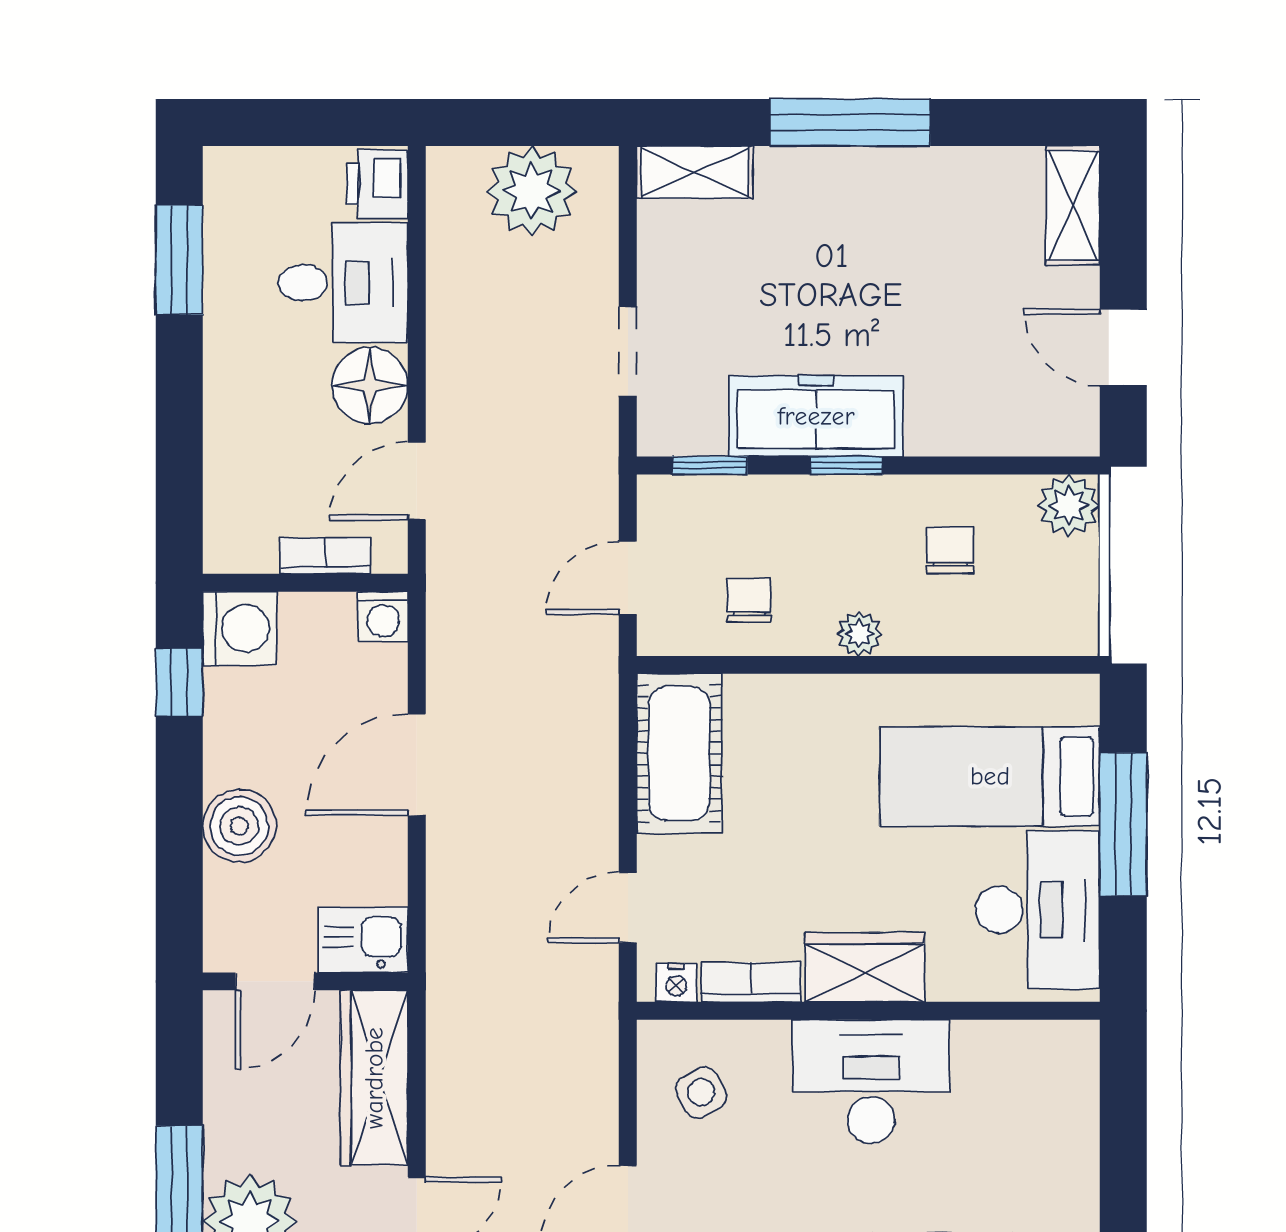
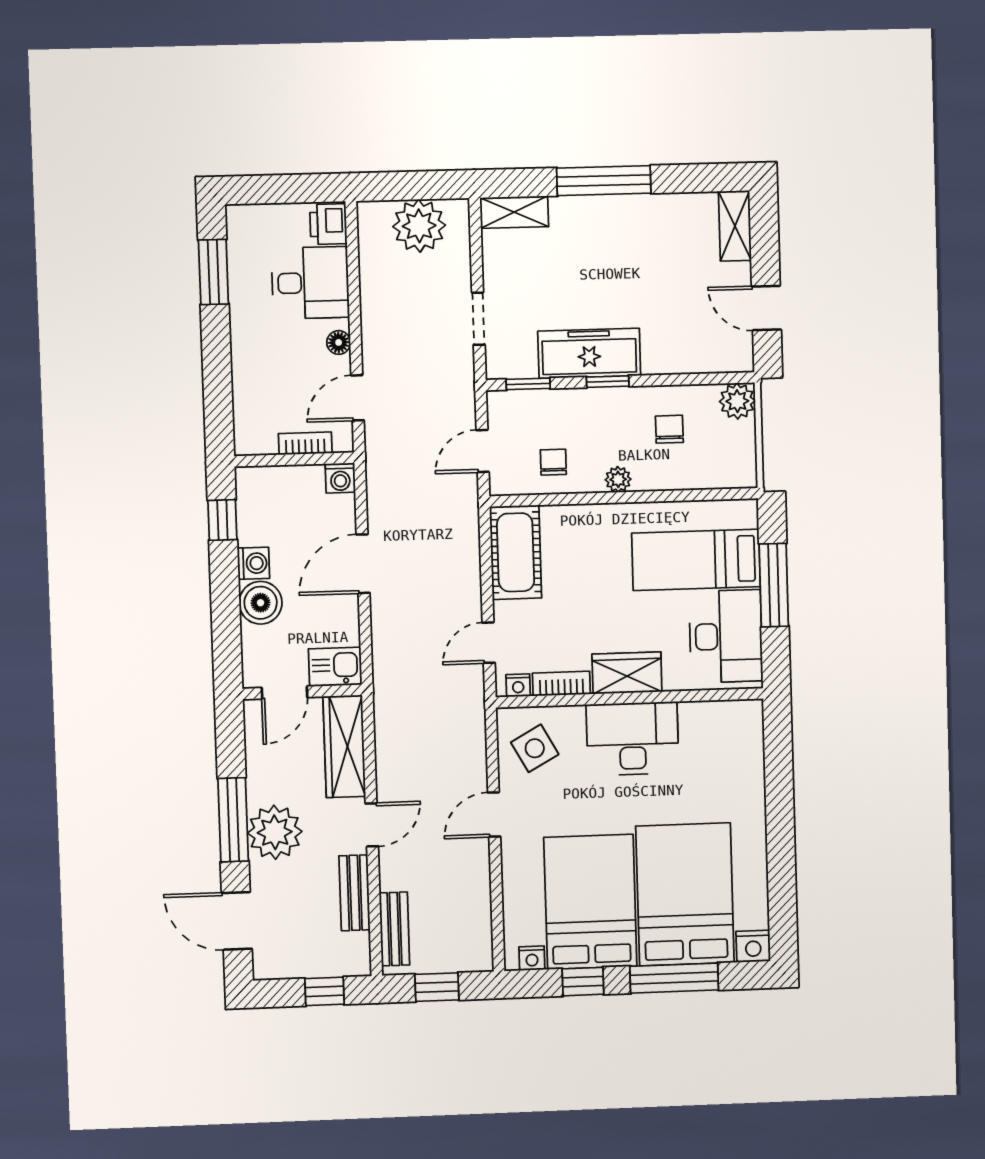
floor lamp: (370, 386) -> (339, 342), width x0.53, depth x0.53
washing machine: (240, 628) -> (253, 563), moved, width x0.73, depth x0.73
side table: (701, 1092) -> (535, 748), width x1.37, depth x1.37

